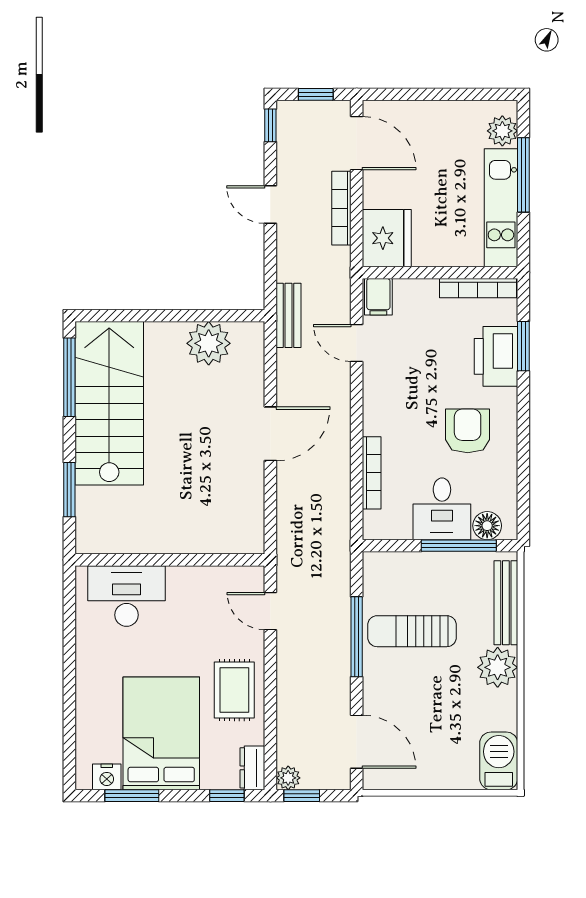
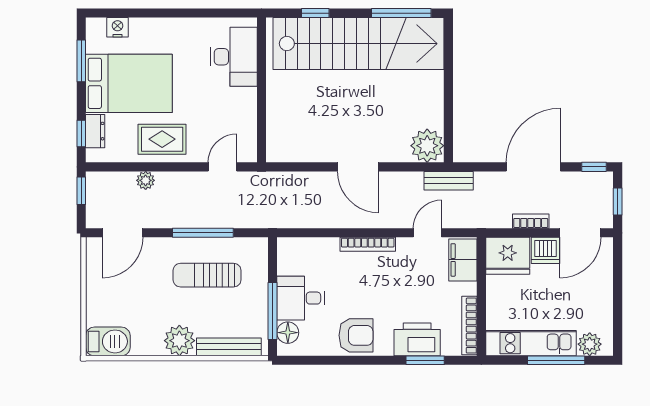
dishwasher: (380, 189) -> (545, 250), added
door: (270, 205) -> (533, 167), width x1.87
bookcase: (341, 208) -> (531, 221), width x0.64
filing cabinet: (378, 297) -> (463, 260), width x2.00
plant: (209, 343) -> (427, 146), moved
stairs: (109, 403) -> (359, 44), width x1.36
armchair: (468, 431) -> (356, 335), moved
bookcase: (372, 473) -> (368, 244), moved
window: (69, 490) -> (315, 13), width x0.67
sun lounger: (412, 631) -> (207, 275), turned -90
dresser: (252, 768) -> (95, 131), moved, turned 90
nightstand: (107, 777) -> (118, 27), moved, turned 90
plant: (288, 778) -> (146, 180), moved

